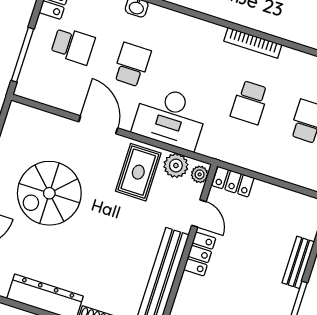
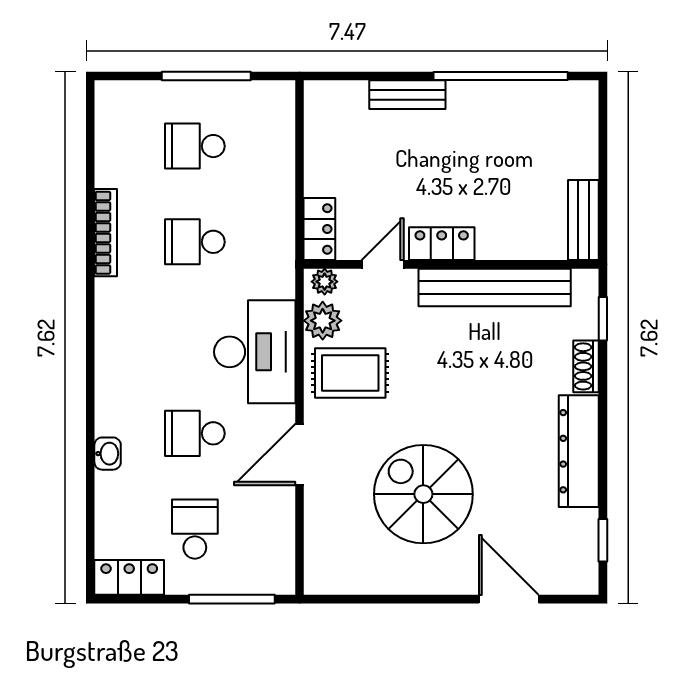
bookcase: (253, 43) -> (106, 233), moved
school desk: (250, 102) -> (195, 242), turned 180
spiral stairs: (49, 193) -> (423, 494), turned 180

